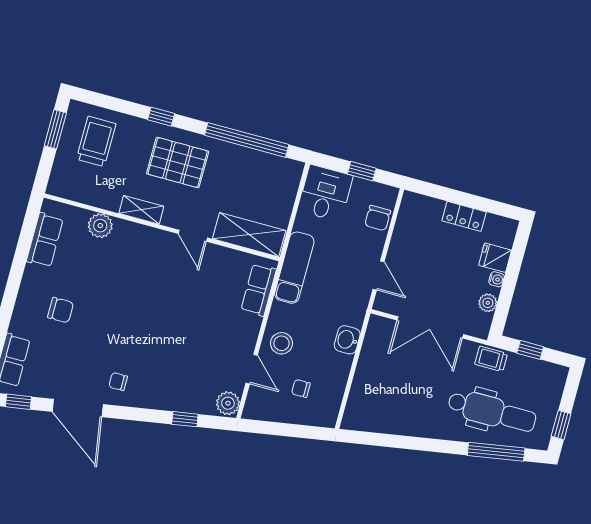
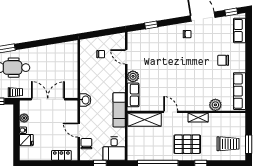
trolley: (96, 141) -> (228, 144), turned -90
locker: (464, 216) -> (61, 155), moved
row of seats: (45, 240) -> (239, 91), width x1.48
door: (379, 276) -> (79, 130), moved
washbasin: (347, 340) -> (85, 100), moved
stool: (282, 343) -> (116, 73), removed
plant: (228, 403) -> (133, 76), moved

